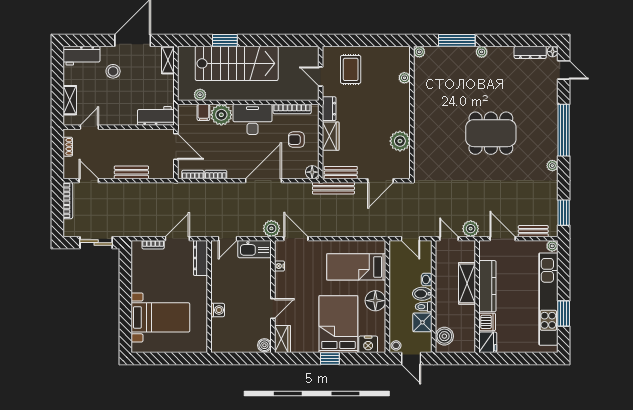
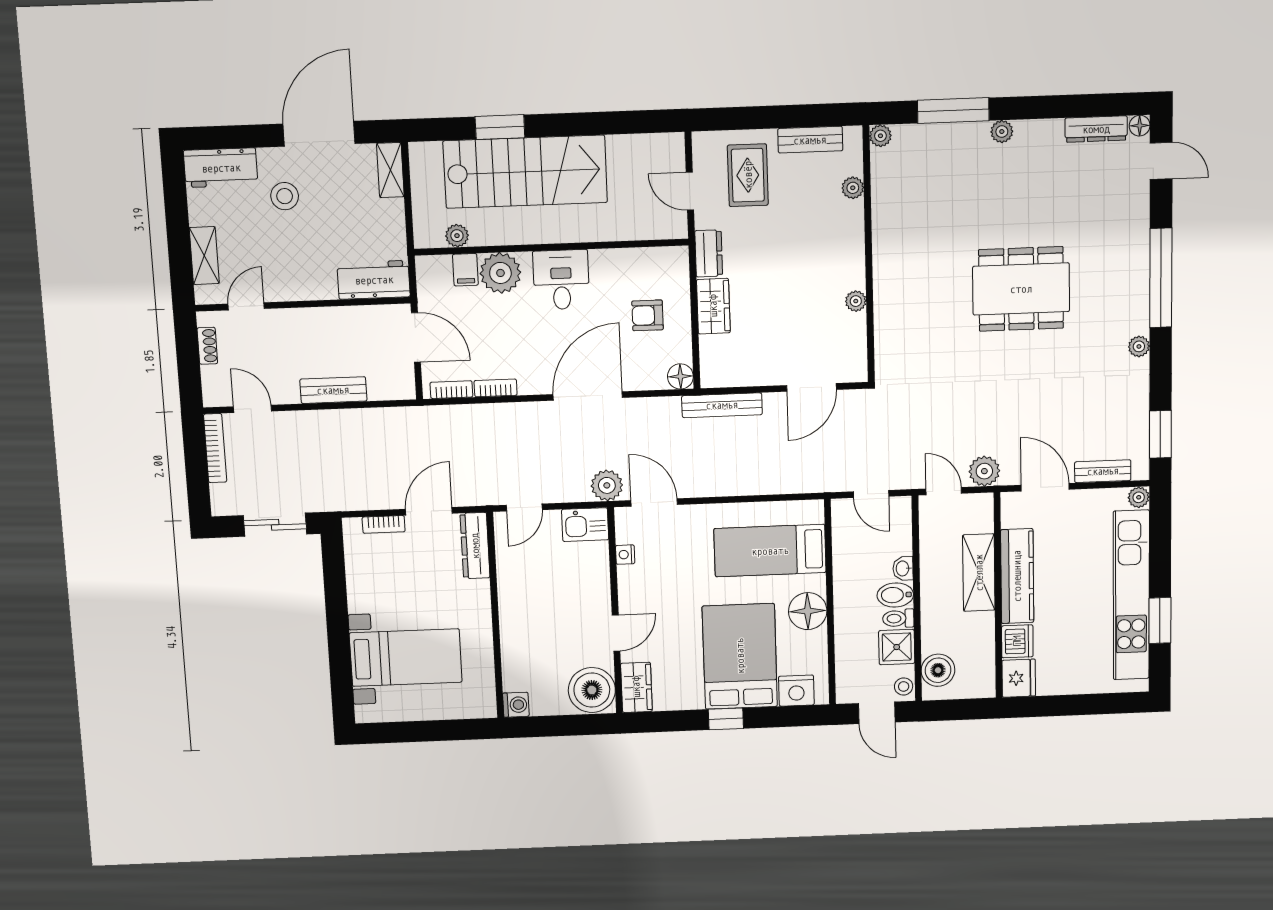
bookcase: (292, 109) -> (637, 257), removed
desk: (253, 119) -> (561, 280), width x0.73
plant: (400, 141) -> (856, 301), width x0.53, depth x0.53
bench: (341, 173) -> (810, 140), moved
kitchen sink: (255, 249) -> (585, 525), width x0.73
washing machine: (218, 310) -> (516, 705), moved
boiler: (264, 345) -> (592, 690), width x1.86, depth x1.86
stool: (396, 345) -> (904, 686), moved

